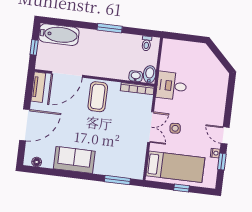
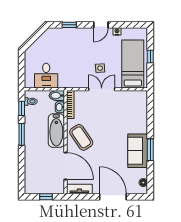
window: (140, 32) -> (22, 108), added
bathtub: (59, 35) -> (56, 131), moved, turned 180
desk: (172, 86) -> (46, 76), moved
coffee table: (98, 97) -> (81, 137), turned 56
window: (222, 162) -> (69, 25), moved
window: (117, 180) -> (150, 150), moved

